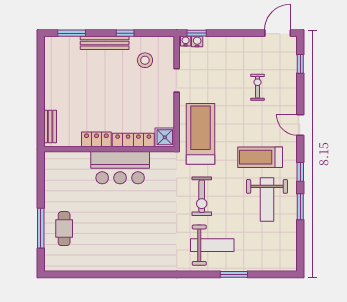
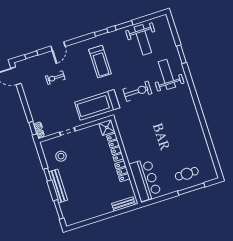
door: (300, 125) -> (58, 46), moved
bar counter: (120, 168) -> (145, 180), moved
weight bench: (267, 200) -> (143, 40), moved, turned 90

